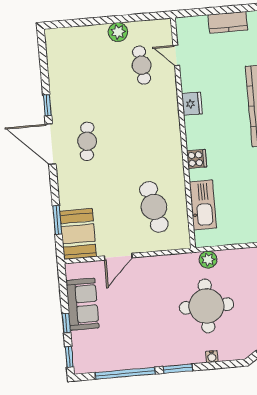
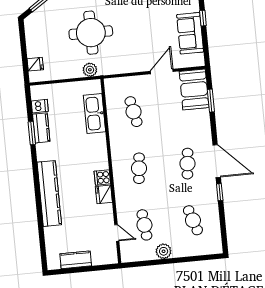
cafe table: (81, 70) -> (193, 220), added
cafe table: (148, 136) -> (139, 168), added
cooker: (197, 159) -> (102, 178), moved
cafe table: (154, 207) -> (134, 112), width x0.73, depth x0.74

